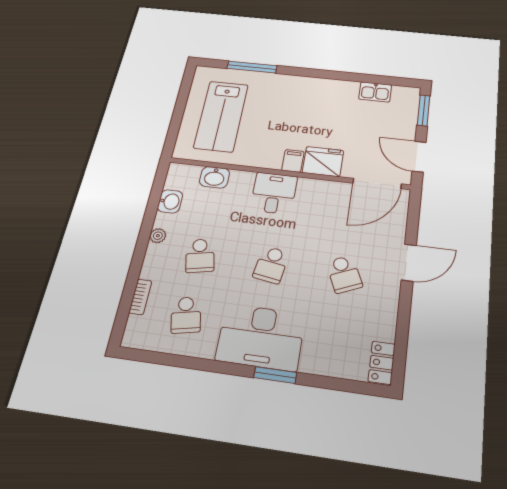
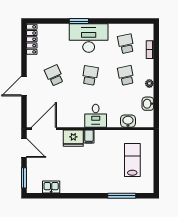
lab bench: (221, 116) -> (132, 160), width x0.73, depth x0.72
locker: (382, 363) -> (32, 39), width x1.53

